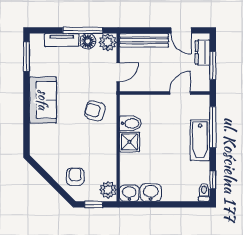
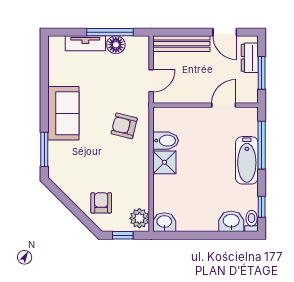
plant: (108, 42) -> (139, 46), removed
window: (26, 57) -> (44, 149), moved
washbasin: (151, 192) -> (231, 221), moved

